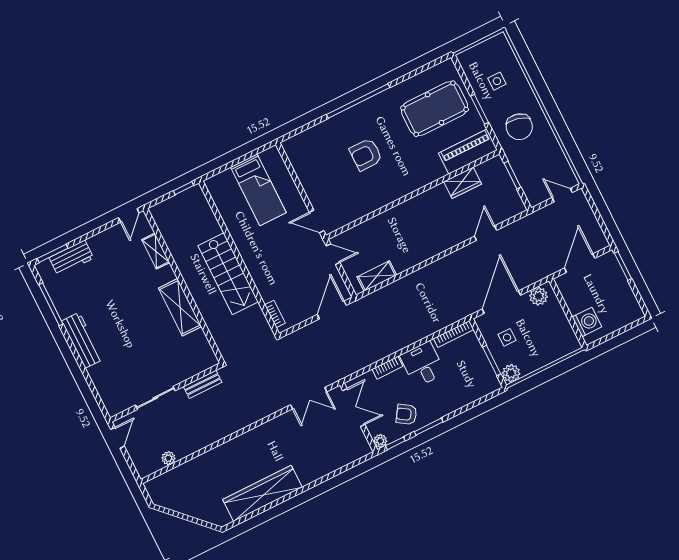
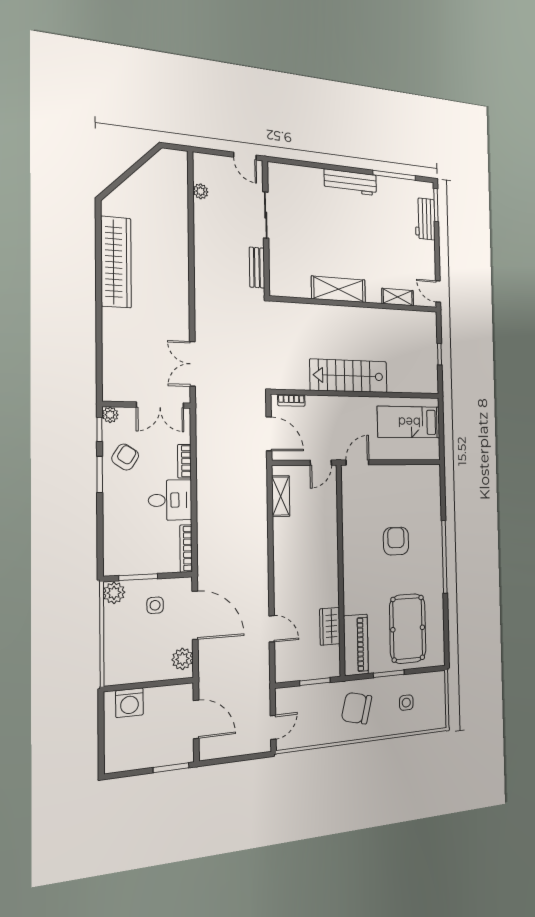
wall: (239, 258) -> (358, 394), moved
stairs: (228, 274) -> (349, 376), moved
bookcase: (275, 314) -> (291, 400), moved

